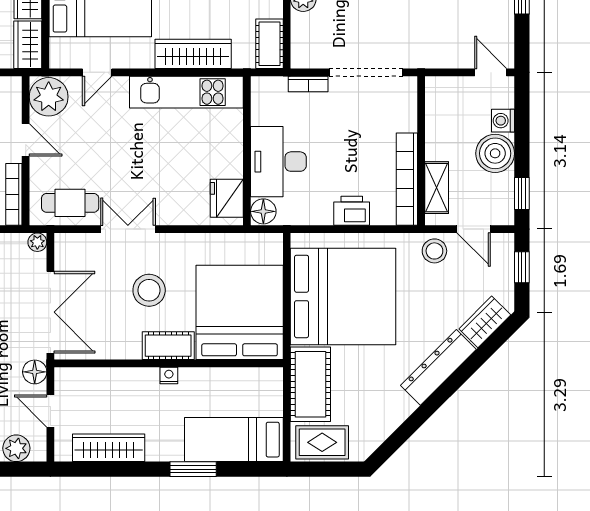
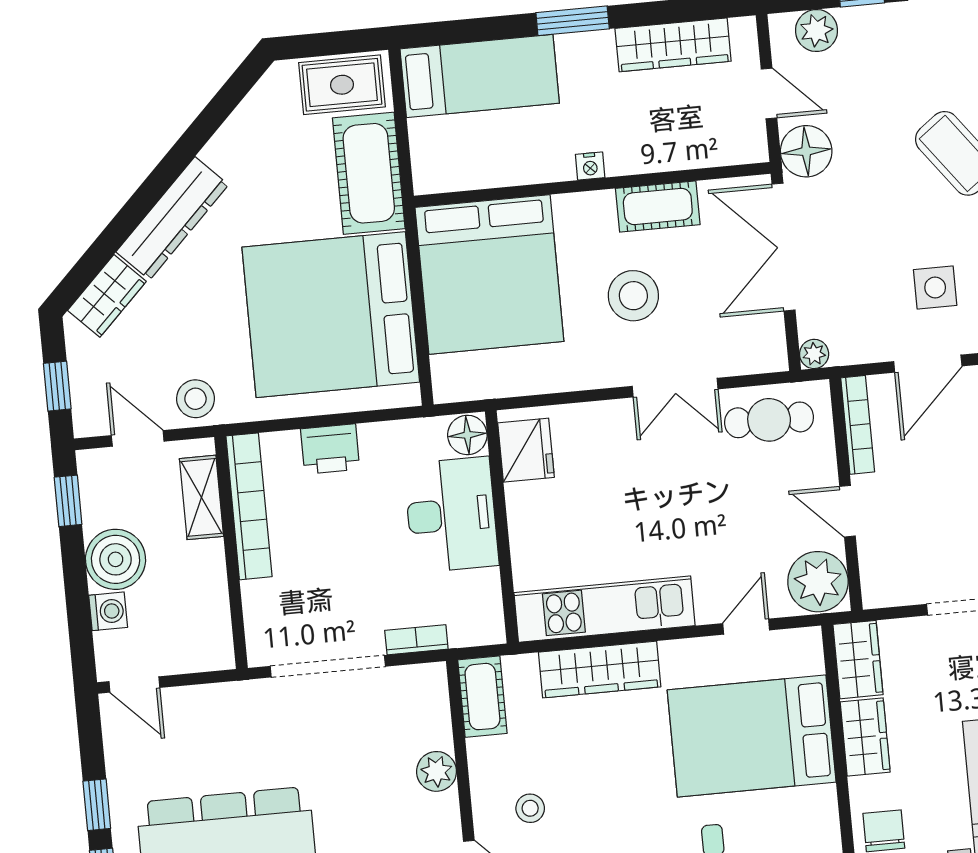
cot: (168, 346) -> (658, 206), moved
floor lamp: (35, 372) -> (806, 151), width x1.38, depth x1.38
window: (193, 469) -> (573, 21), moved

